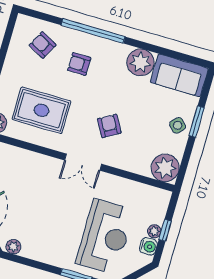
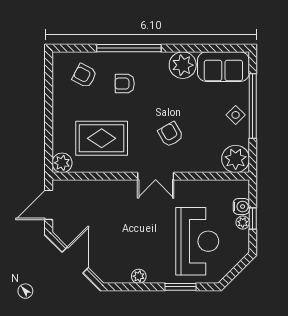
window: (197, 122) -> (253, 106), width x2.11
water cooler: (148, 246) -> (241, 206), moved
plant: (13, 247) -> (139, 276), moved

